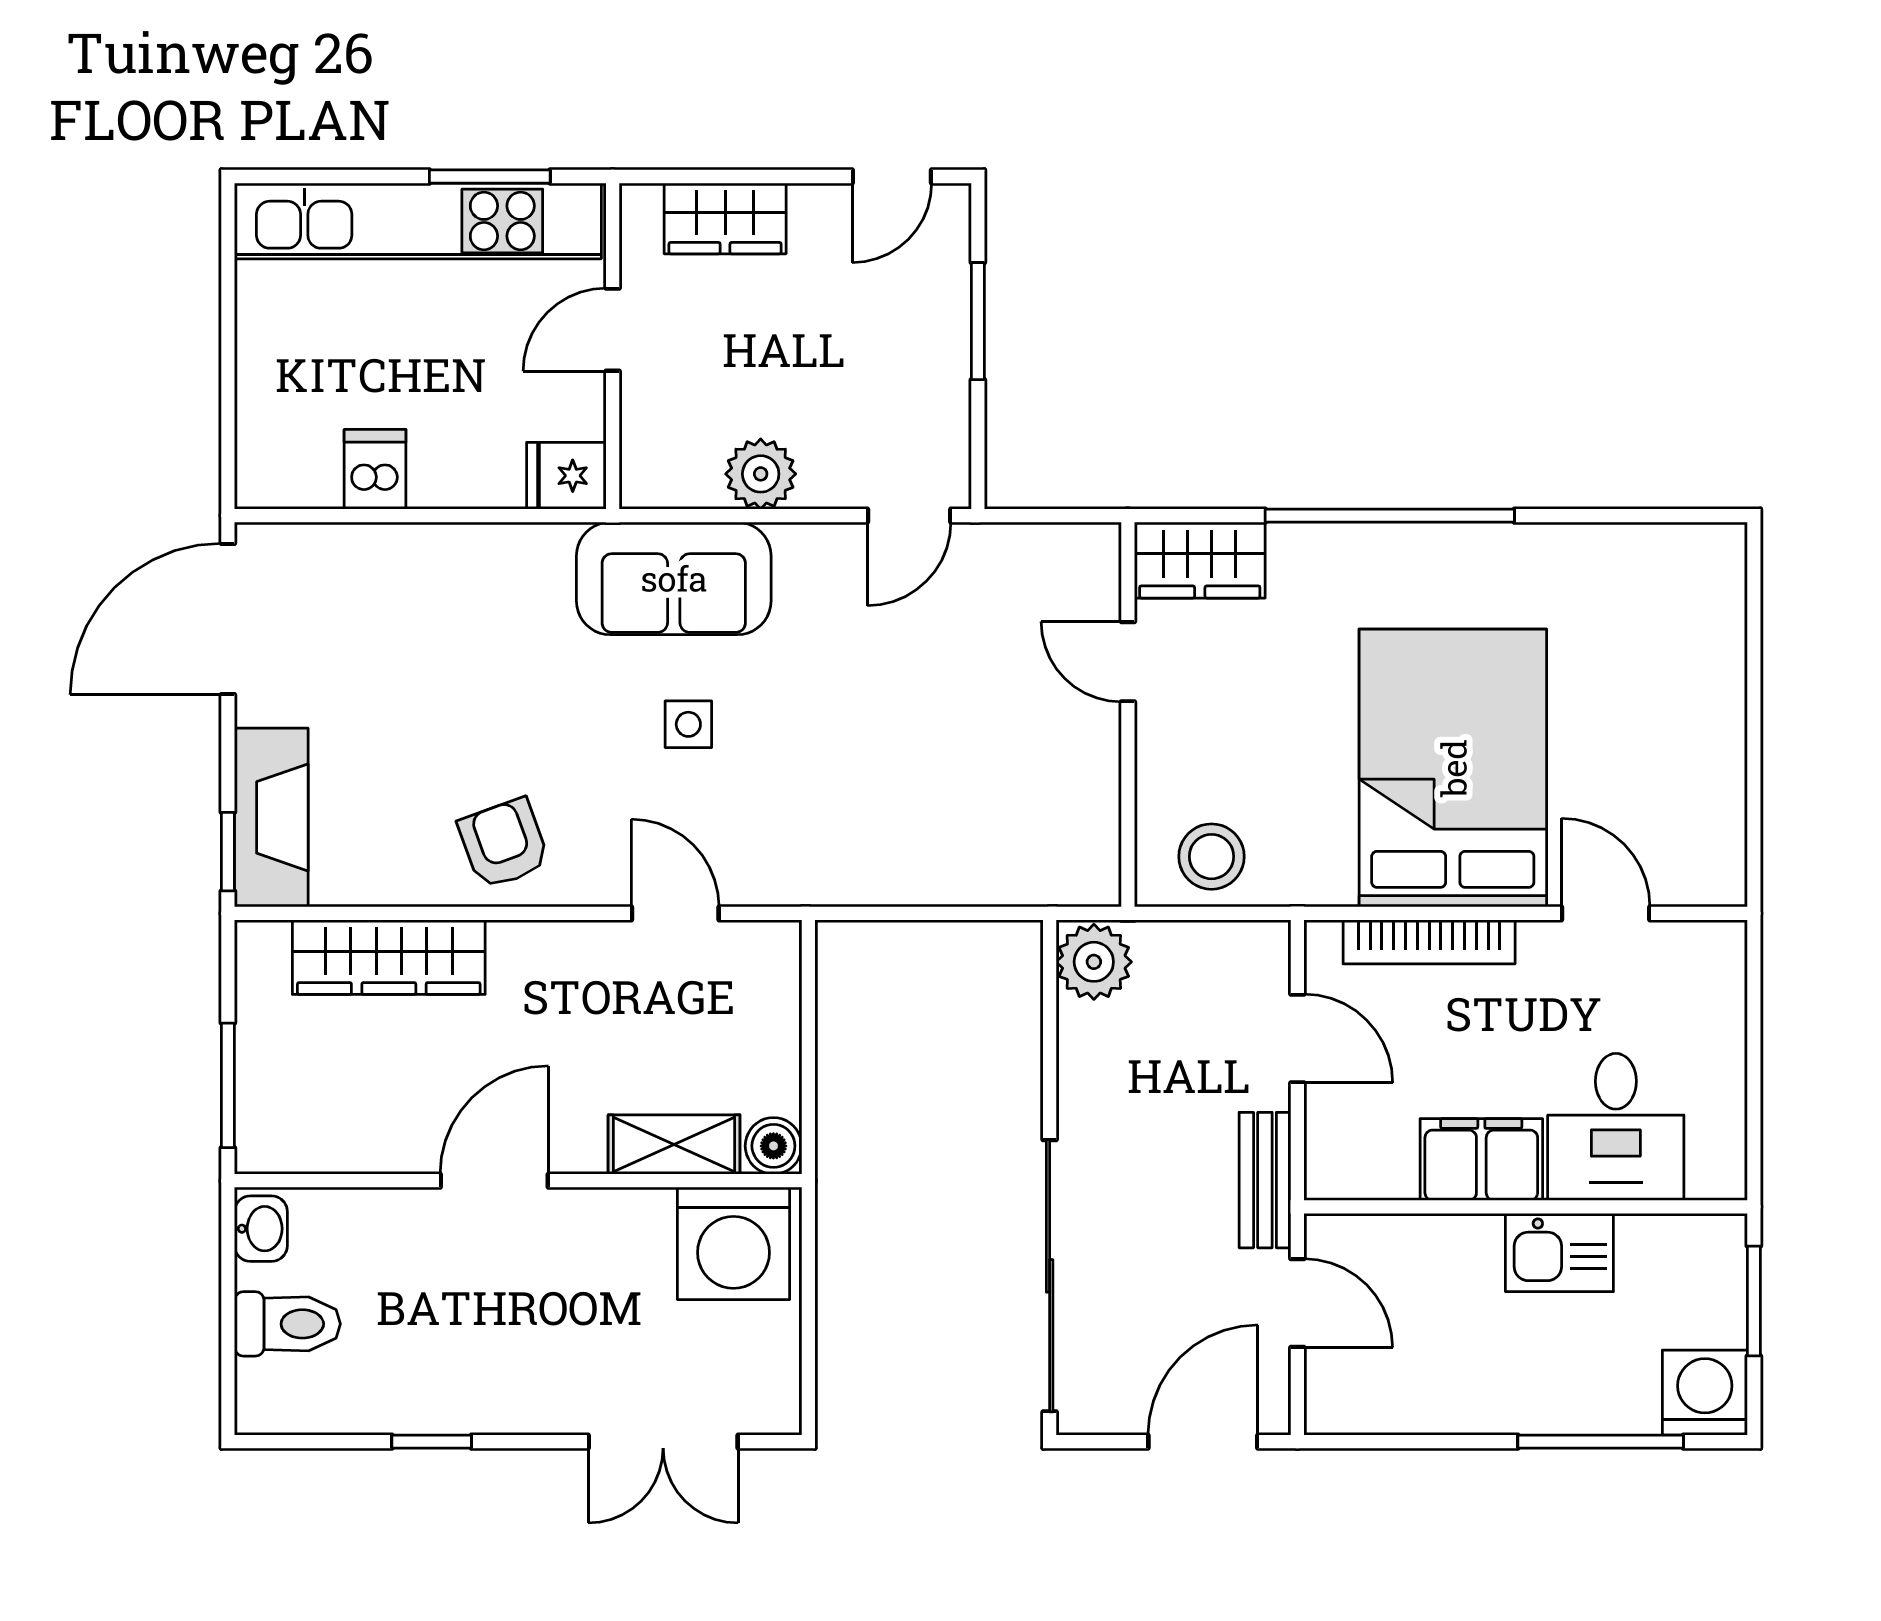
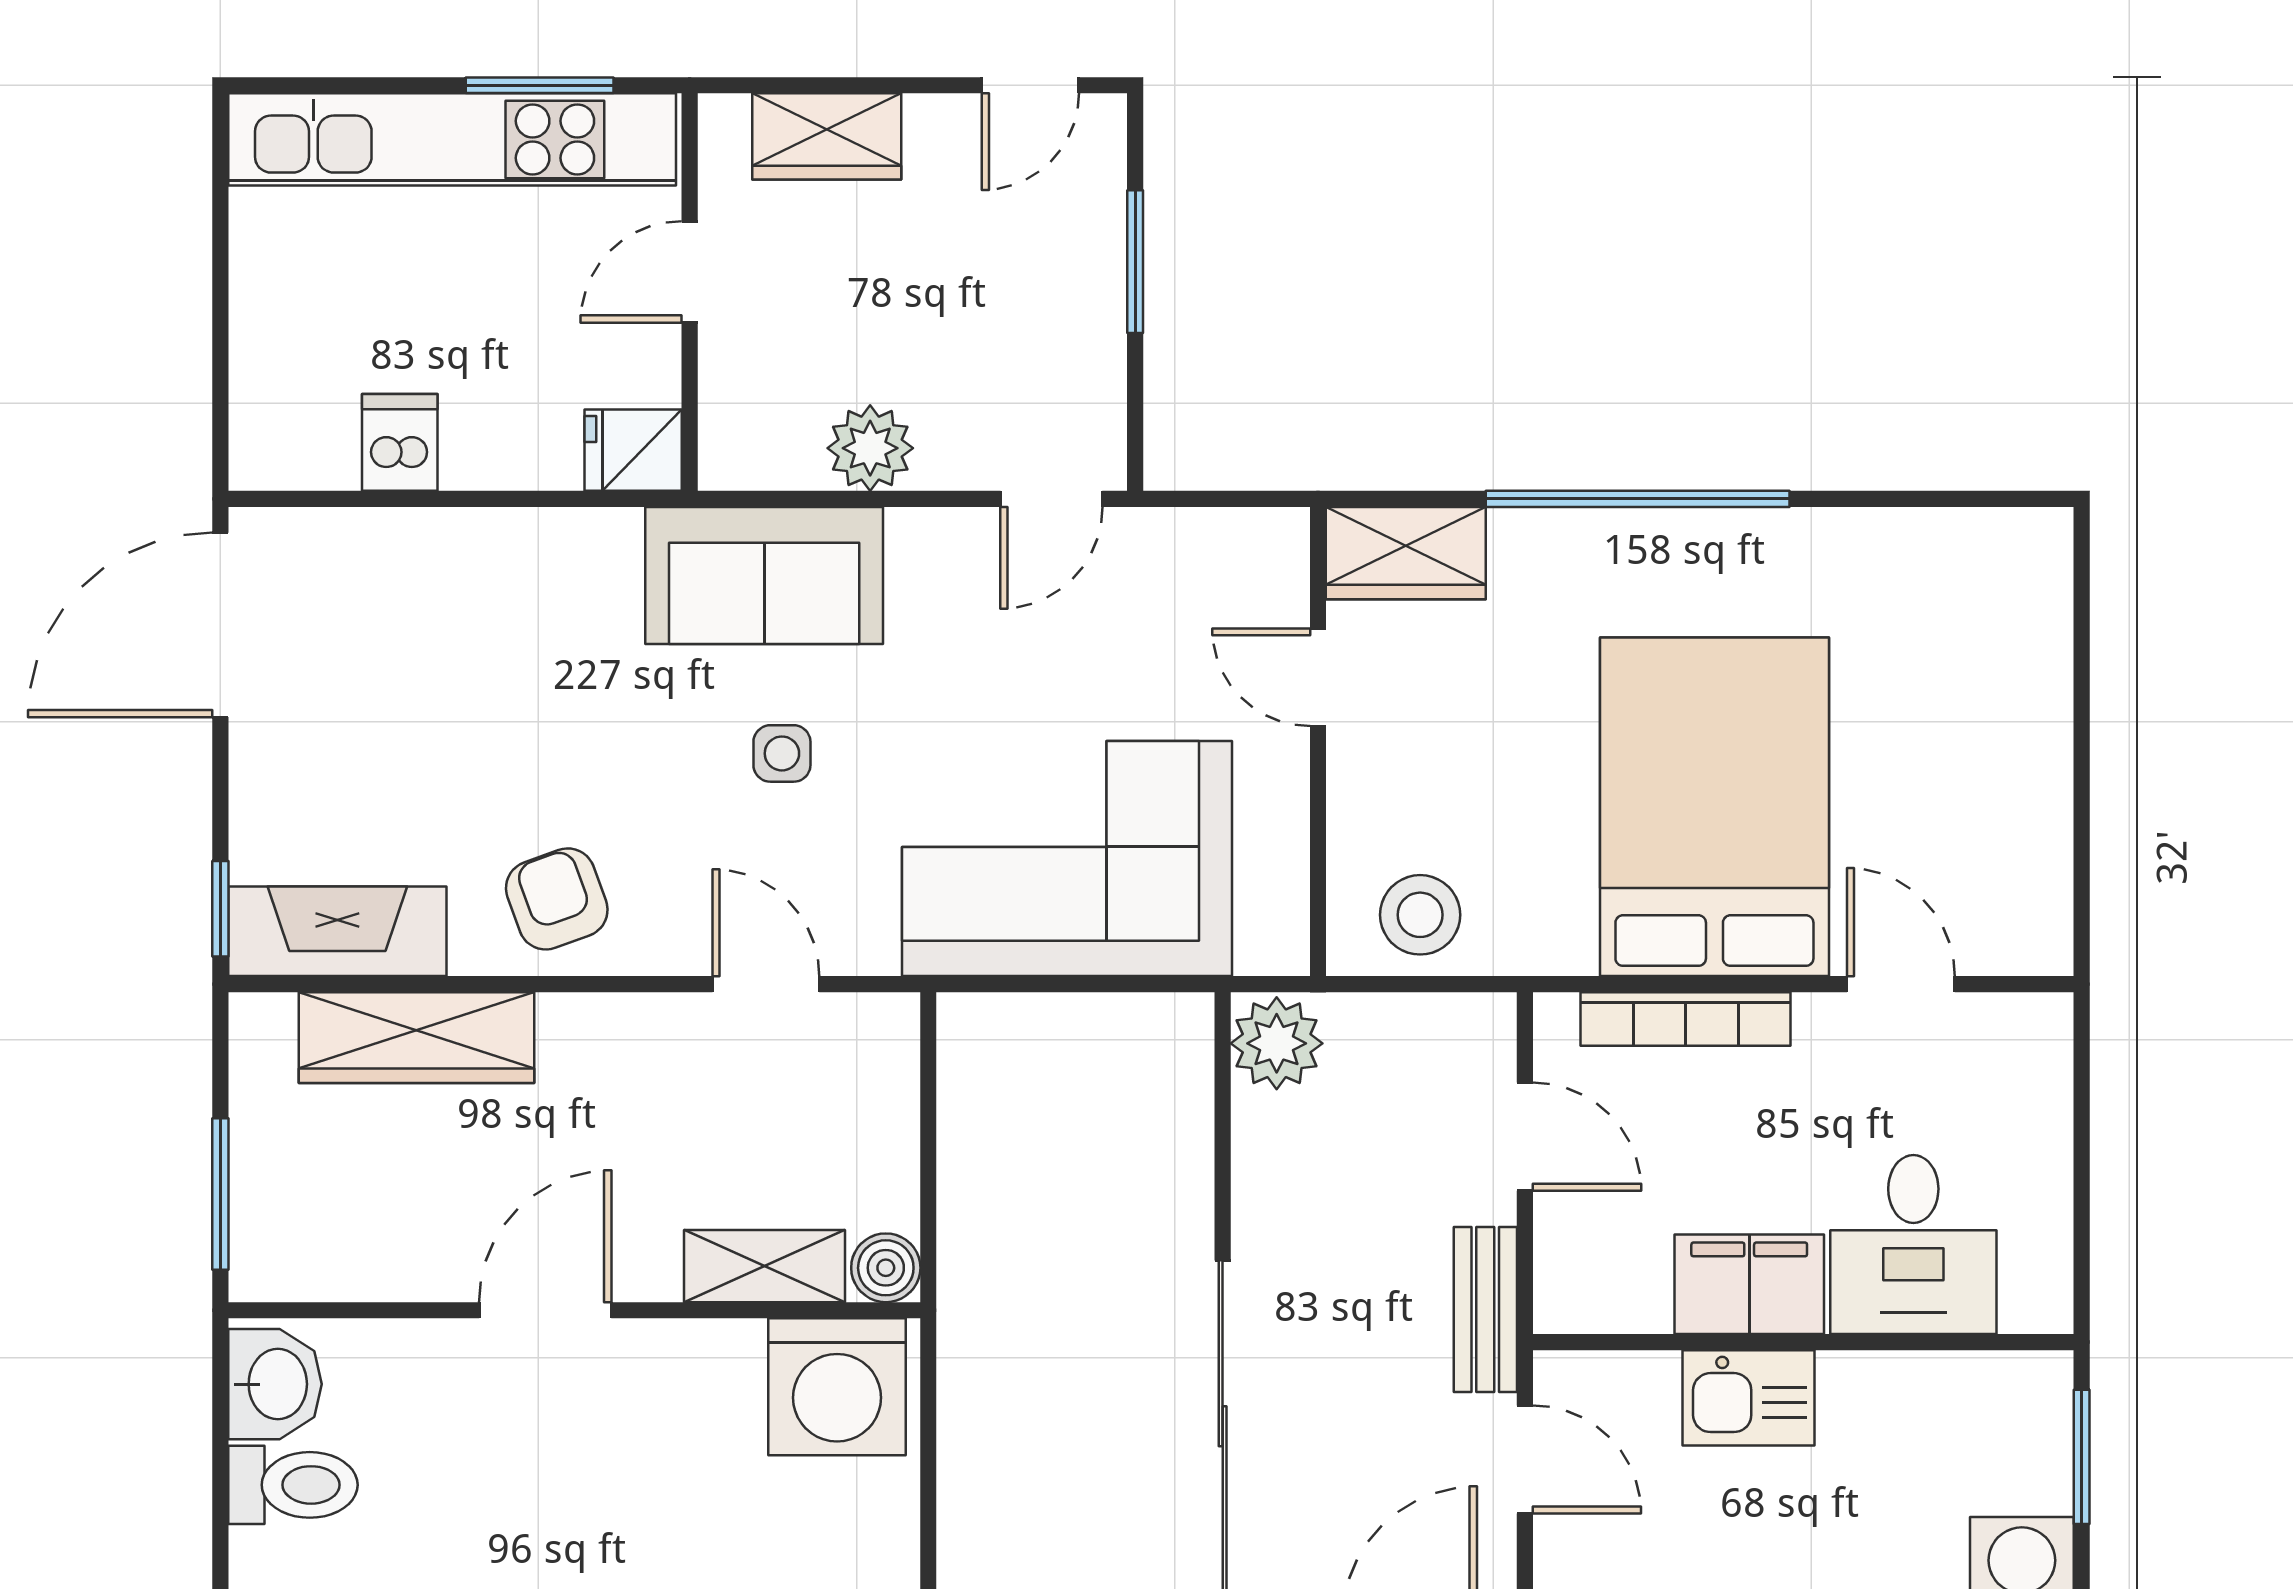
corner sofa: (922, 810) -> (1067, 859), added
fireplace: (271, 817) -> (337, 931), moved, turned -90
washbasin: (261, 1229) -> (275, 1384), width x1.38, depth x1.45
kitchen sink: (1559, 1252) -> (1749, 1398), moved

